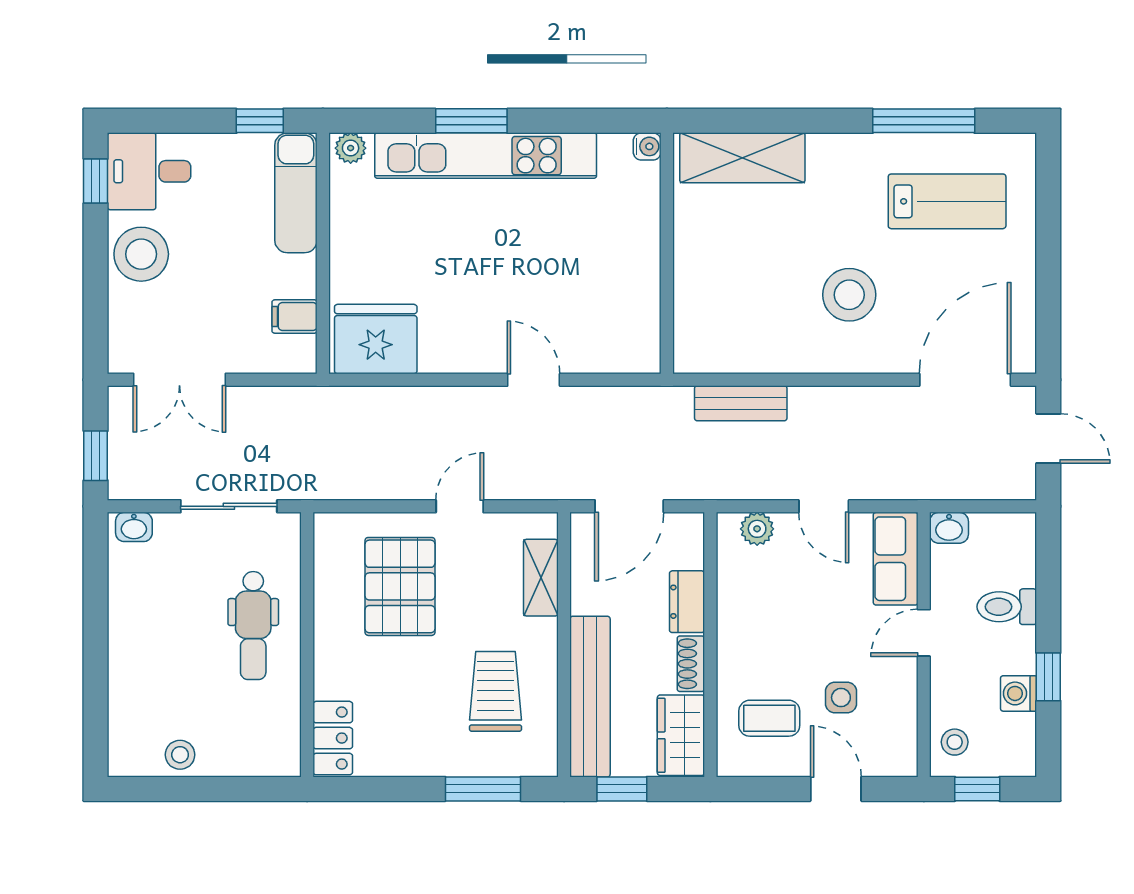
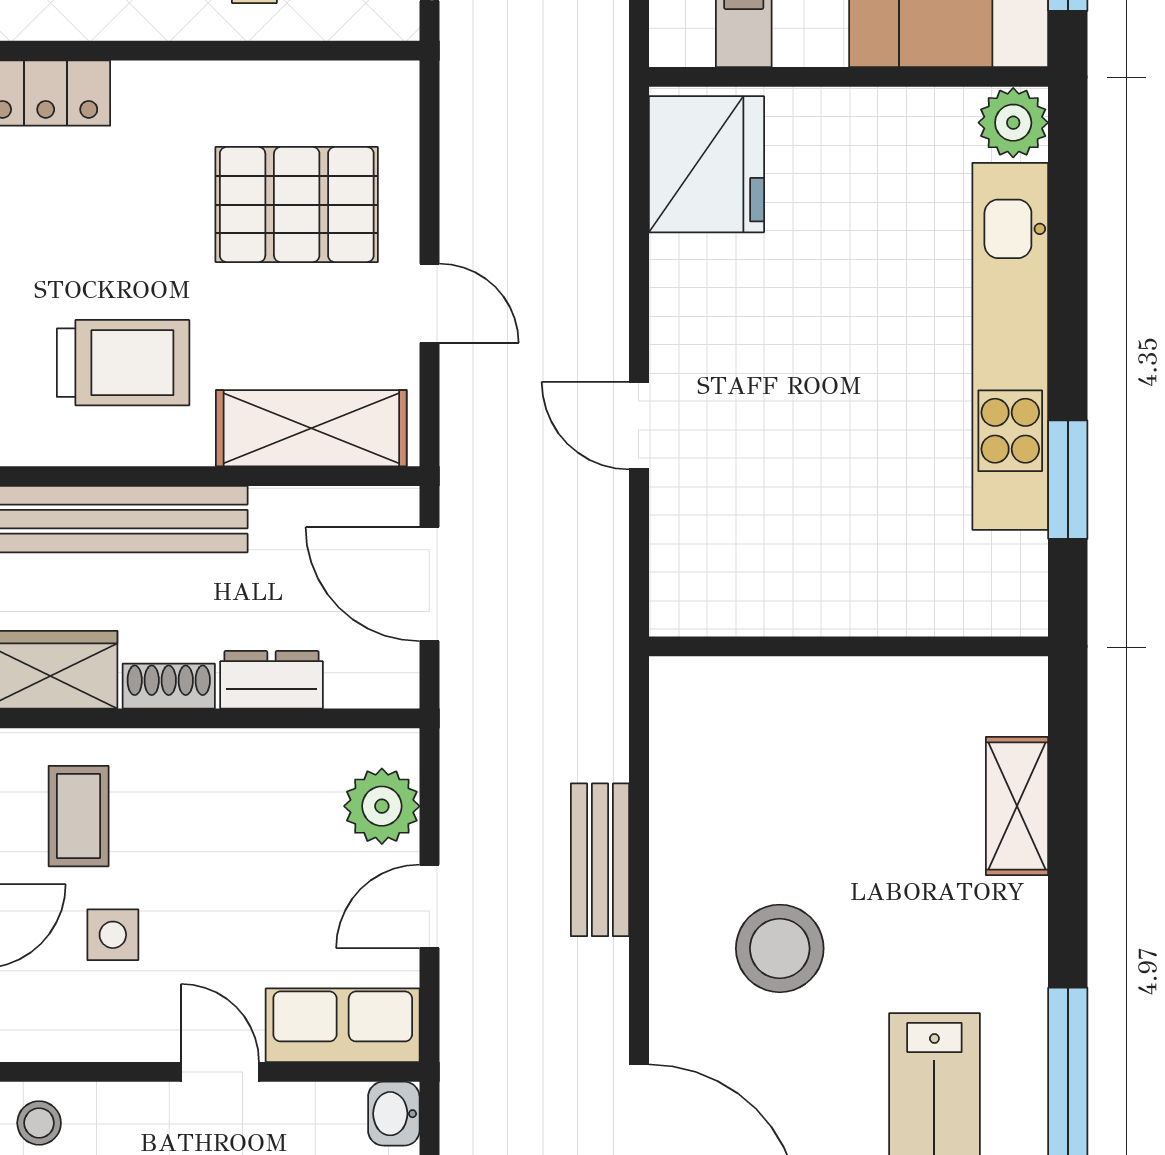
window: (471, 121) -> (1068, 480), moved
water cooler: (647, 146) -> (1025, 614), removed
plant: (351, 148) -> (1013, 123), width x1.38, depth x1.38
shelving: (742, 158) -> (1017, 806), width x0.67, depth x0.75
door: (534, 380) -> (639, 426), swing flipped
bench: (741, 403) -> (600, 860), moved
plant: (757, 529) -> (382, 806), width x1.38, depth x1.38
shelving: (541, 578) -> (311, 428), width x1.50, depth x1.33

